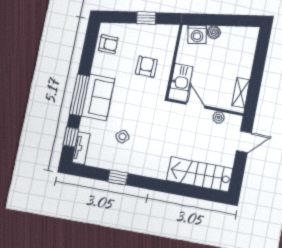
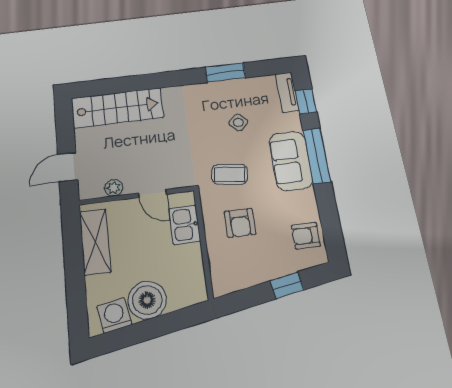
window: (146, 18) -> (287, 285), moved
boiler: (214, 32) -> (147, 300), width x1.86, depth x1.86
washing machine: (197, 34) -> (114, 315), moved
shelving: (241, 93) -> (95, 242), width x1.50, depth x1.33
coffee table: (141, 101) -> (230, 174), added
window: (118, 177) -> (225, 73), width x1.50

